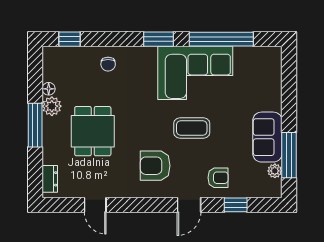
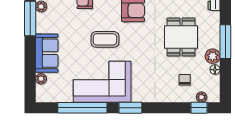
plant: (66, 53) -> (202, 97), added
chair: (108, 64) -> (185, 80), moved
plant: (275, 77) -> (41, 79), added
sofa: (267, 137) -> (47, 53), moved

